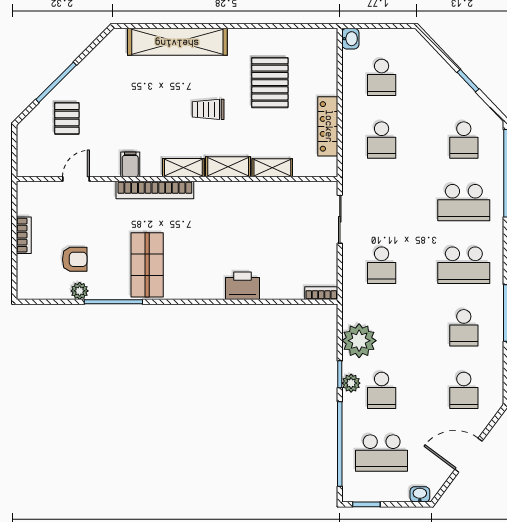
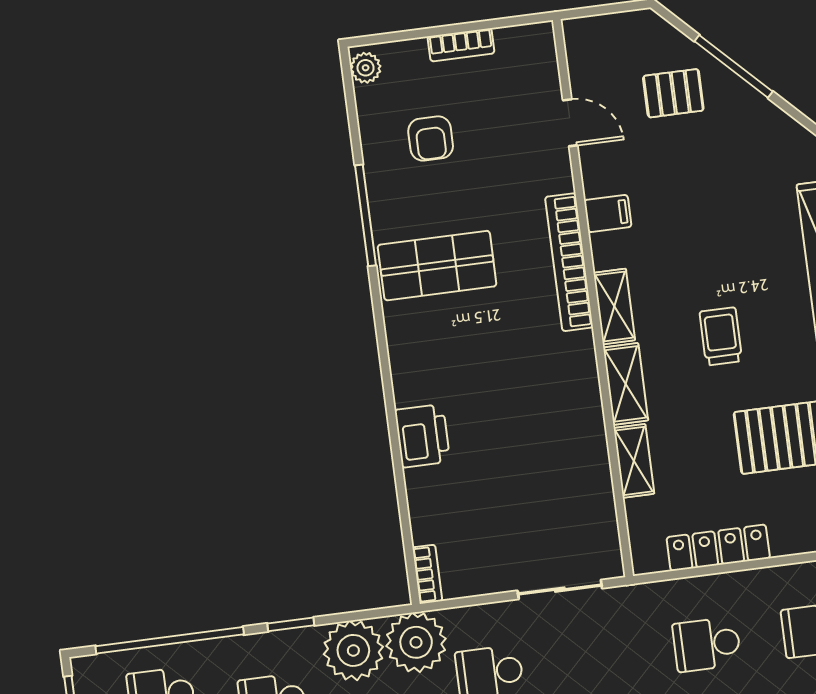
plant: (80, 291) -> (366, 68), moved
plant: (351, 383) -> (416, 642), moved, width x1.87, depth x1.87

